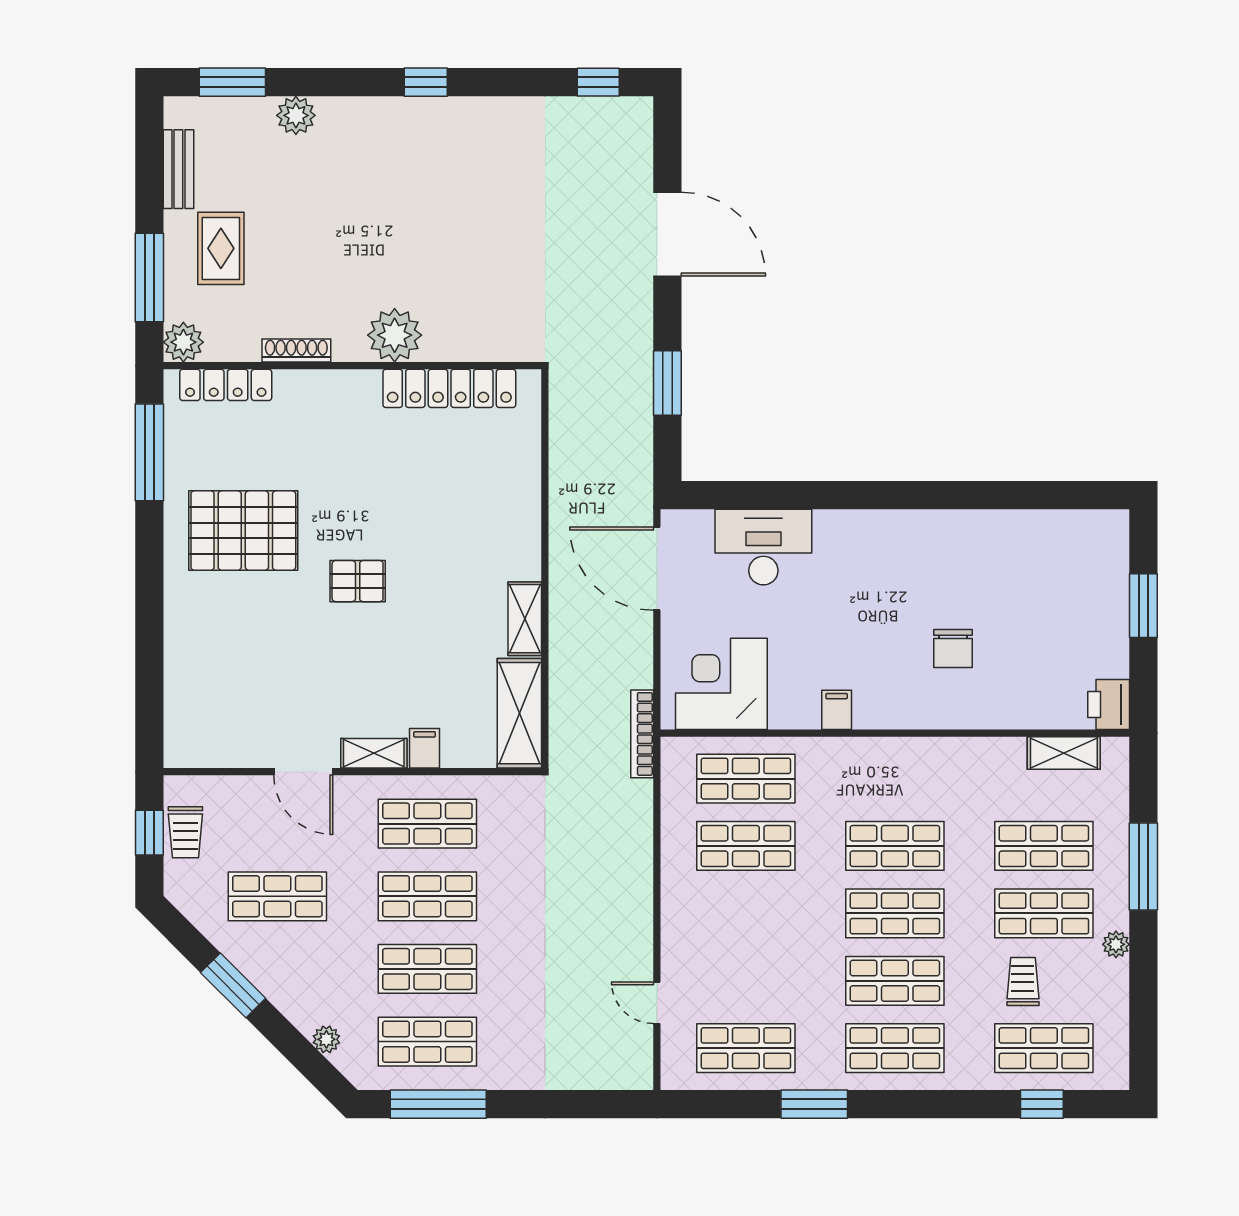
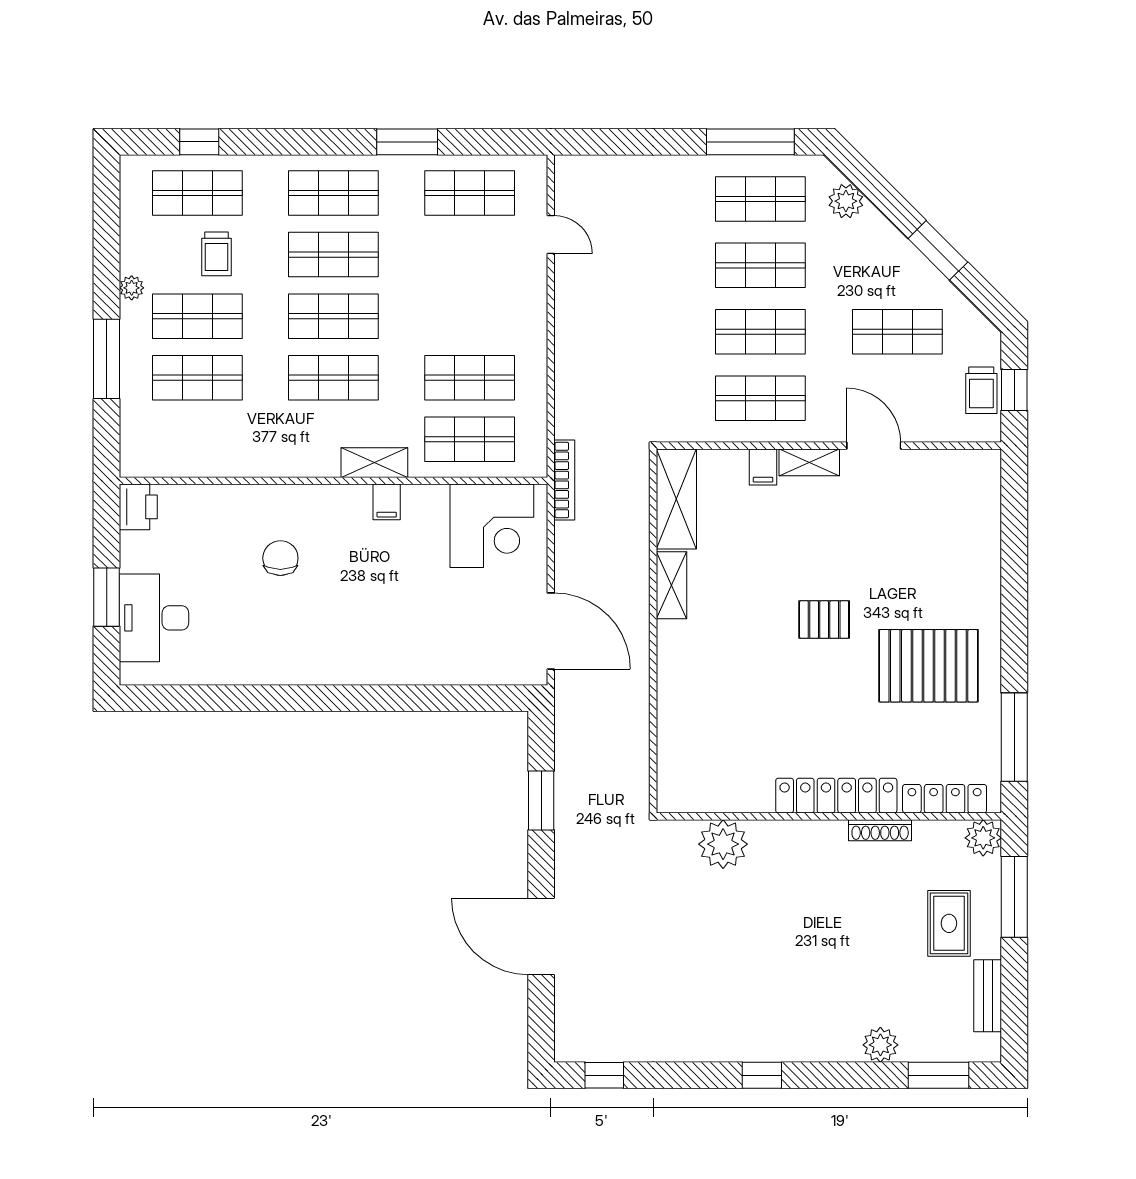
plant: (395, 335) -> (723, 844), moved
locker: (449, 388) -> (836, 796), moved
desk: (763, 547) -> (154, 618), moved, turned 90
shelving: (1064, 753) -> (374, 463), moved
trolley: (185, 832) -> (981, 390), turned 180
plant: (326, 1039) -> (846, 201), width x1.38, depth x1.38

